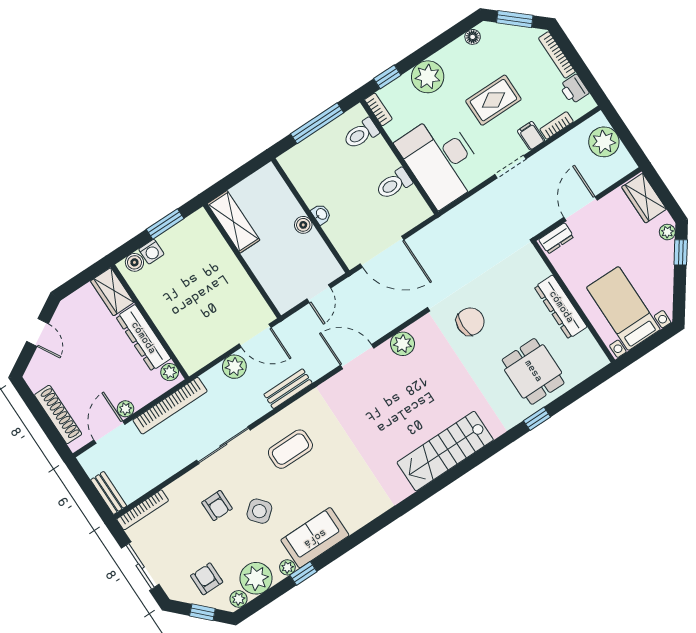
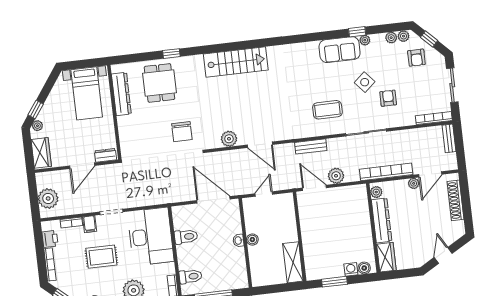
dresser: (561, 307) -> (121, 94), moved
chair: (470, 322) -> (182, 132), turned -90
plant: (256, 578) -> (391, 38), width x0.53, depth x0.53

